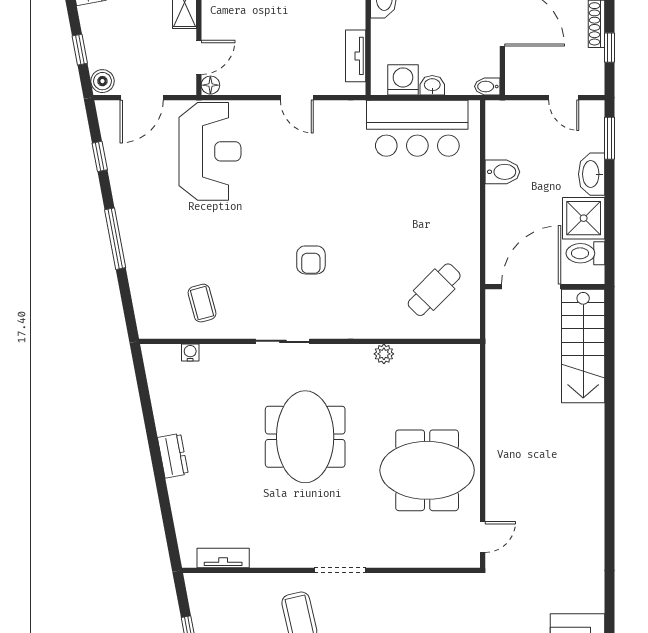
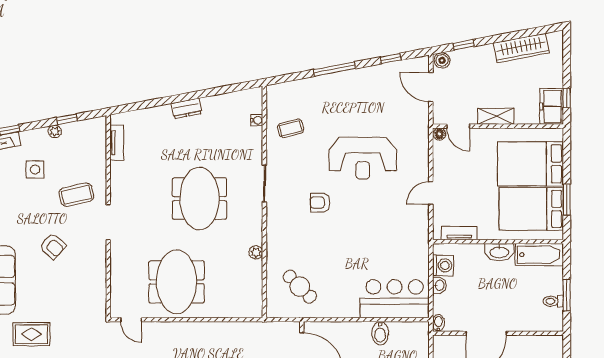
bar counter: (417, 128) -> (395, 299), moved, turned 90
reception desk: (210, 151) -> (363, 158), moved
meeting table: (305, 437) -> (199, 199), turned 90

